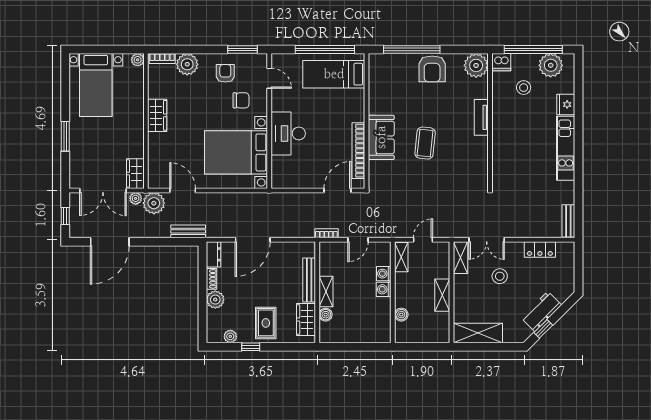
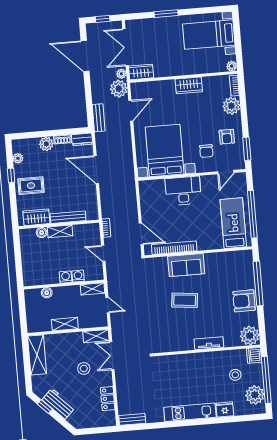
armchair: (225, 73) -> (227, 137), turned 90

